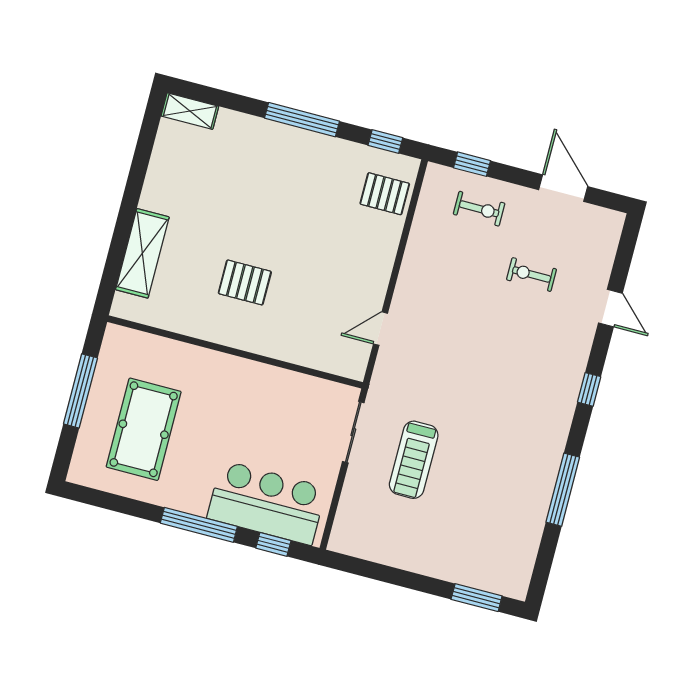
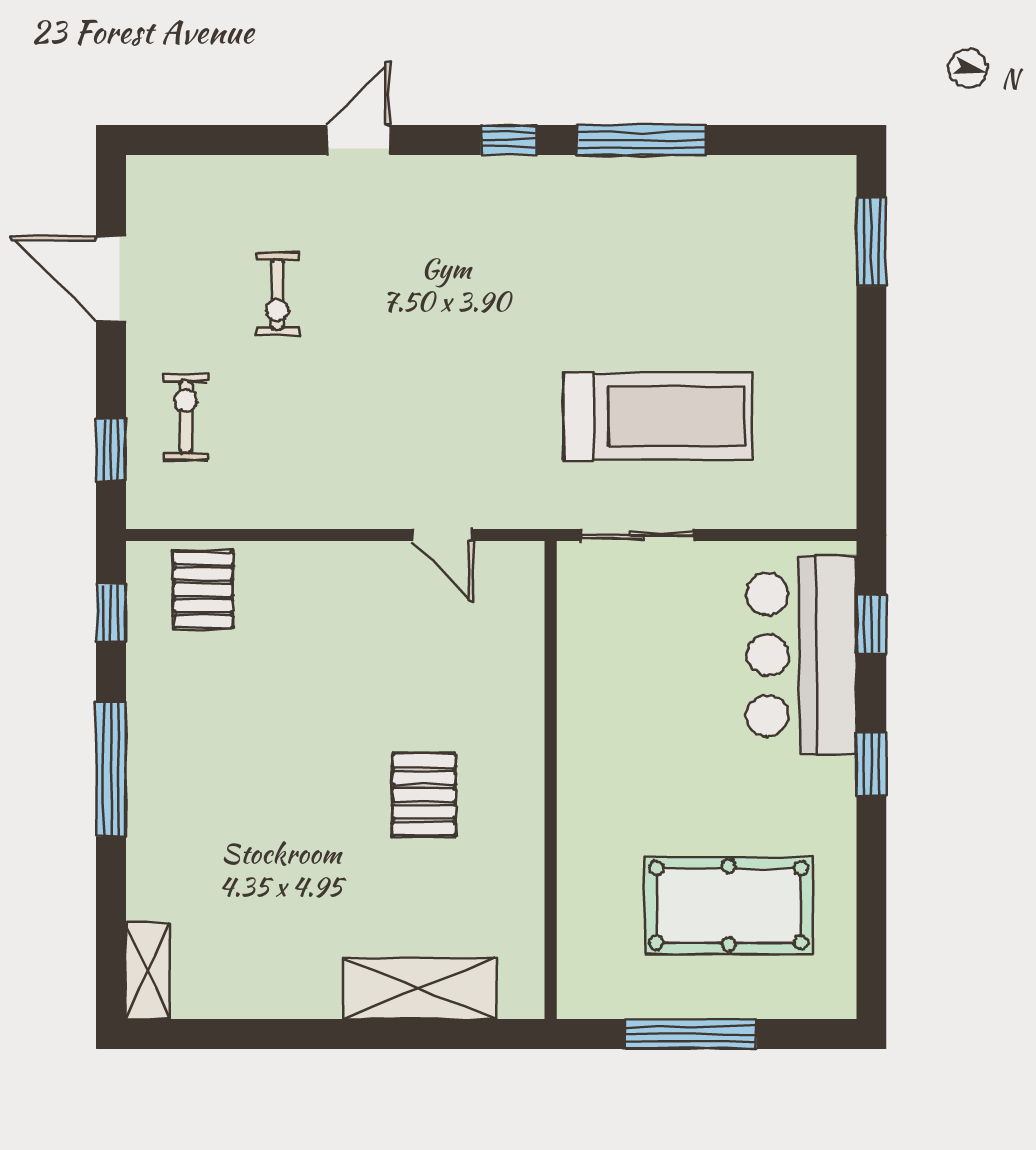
door: (563, 188) -> (111, 279), hinge flipped
door: (610, 308) -> (358, 140), moved
window: (589, 389) -> (509, 140), moved
treadmill: (414, 460) -> (658, 416), width x1.37, depth x1.38
window: (199, 525) -> (871, 764), width x0.46

